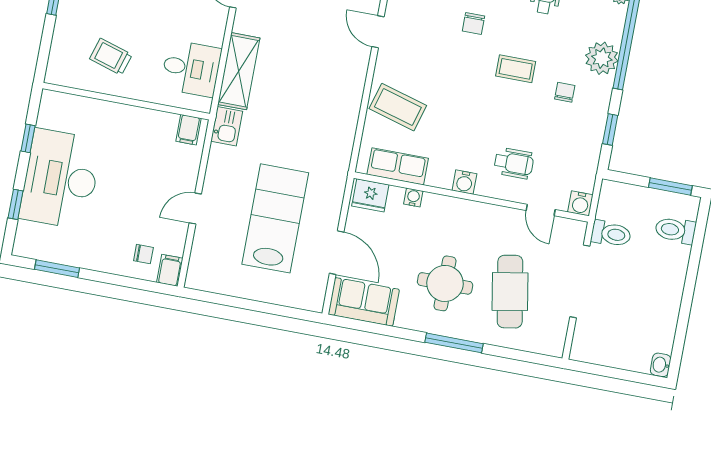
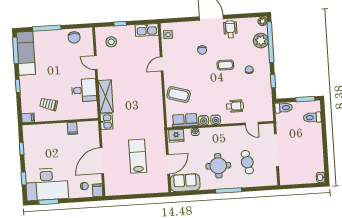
door: (378, 32) -> (162, 64), hinge flipped
plant: (602, 58) -> (261, 41), moved
desk: (191, 68) -> (84, 90), moved
filing cabinet: (59, 75) -> (28, 118), added
filing cabinet: (188, 130) -> (72, 128), moved
desk: (60, 179) -> (47, 184), moved, turned -90
water cooler: (580, 203) -> (204, 120), moved
door: (195, 209) -> (102, 161), width x1.87
lab bench: (275, 218) -> (138, 156), width x0.73, depth x0.72
toilet: (611, 234) -> (284, 108), moved
door: (337, 253) -> (168, 164), hinge flipped
cafe table: (510, 292) -> (247, 162), width x0.73, depth x0.74

